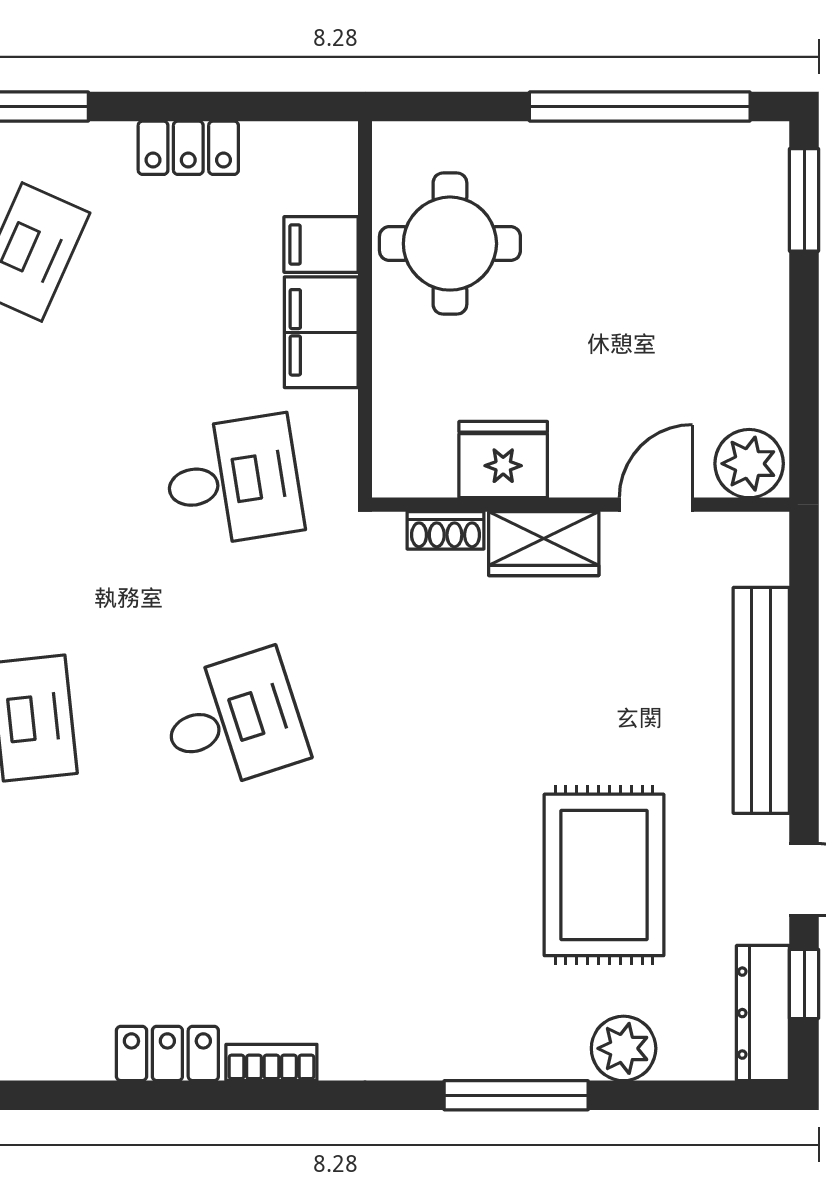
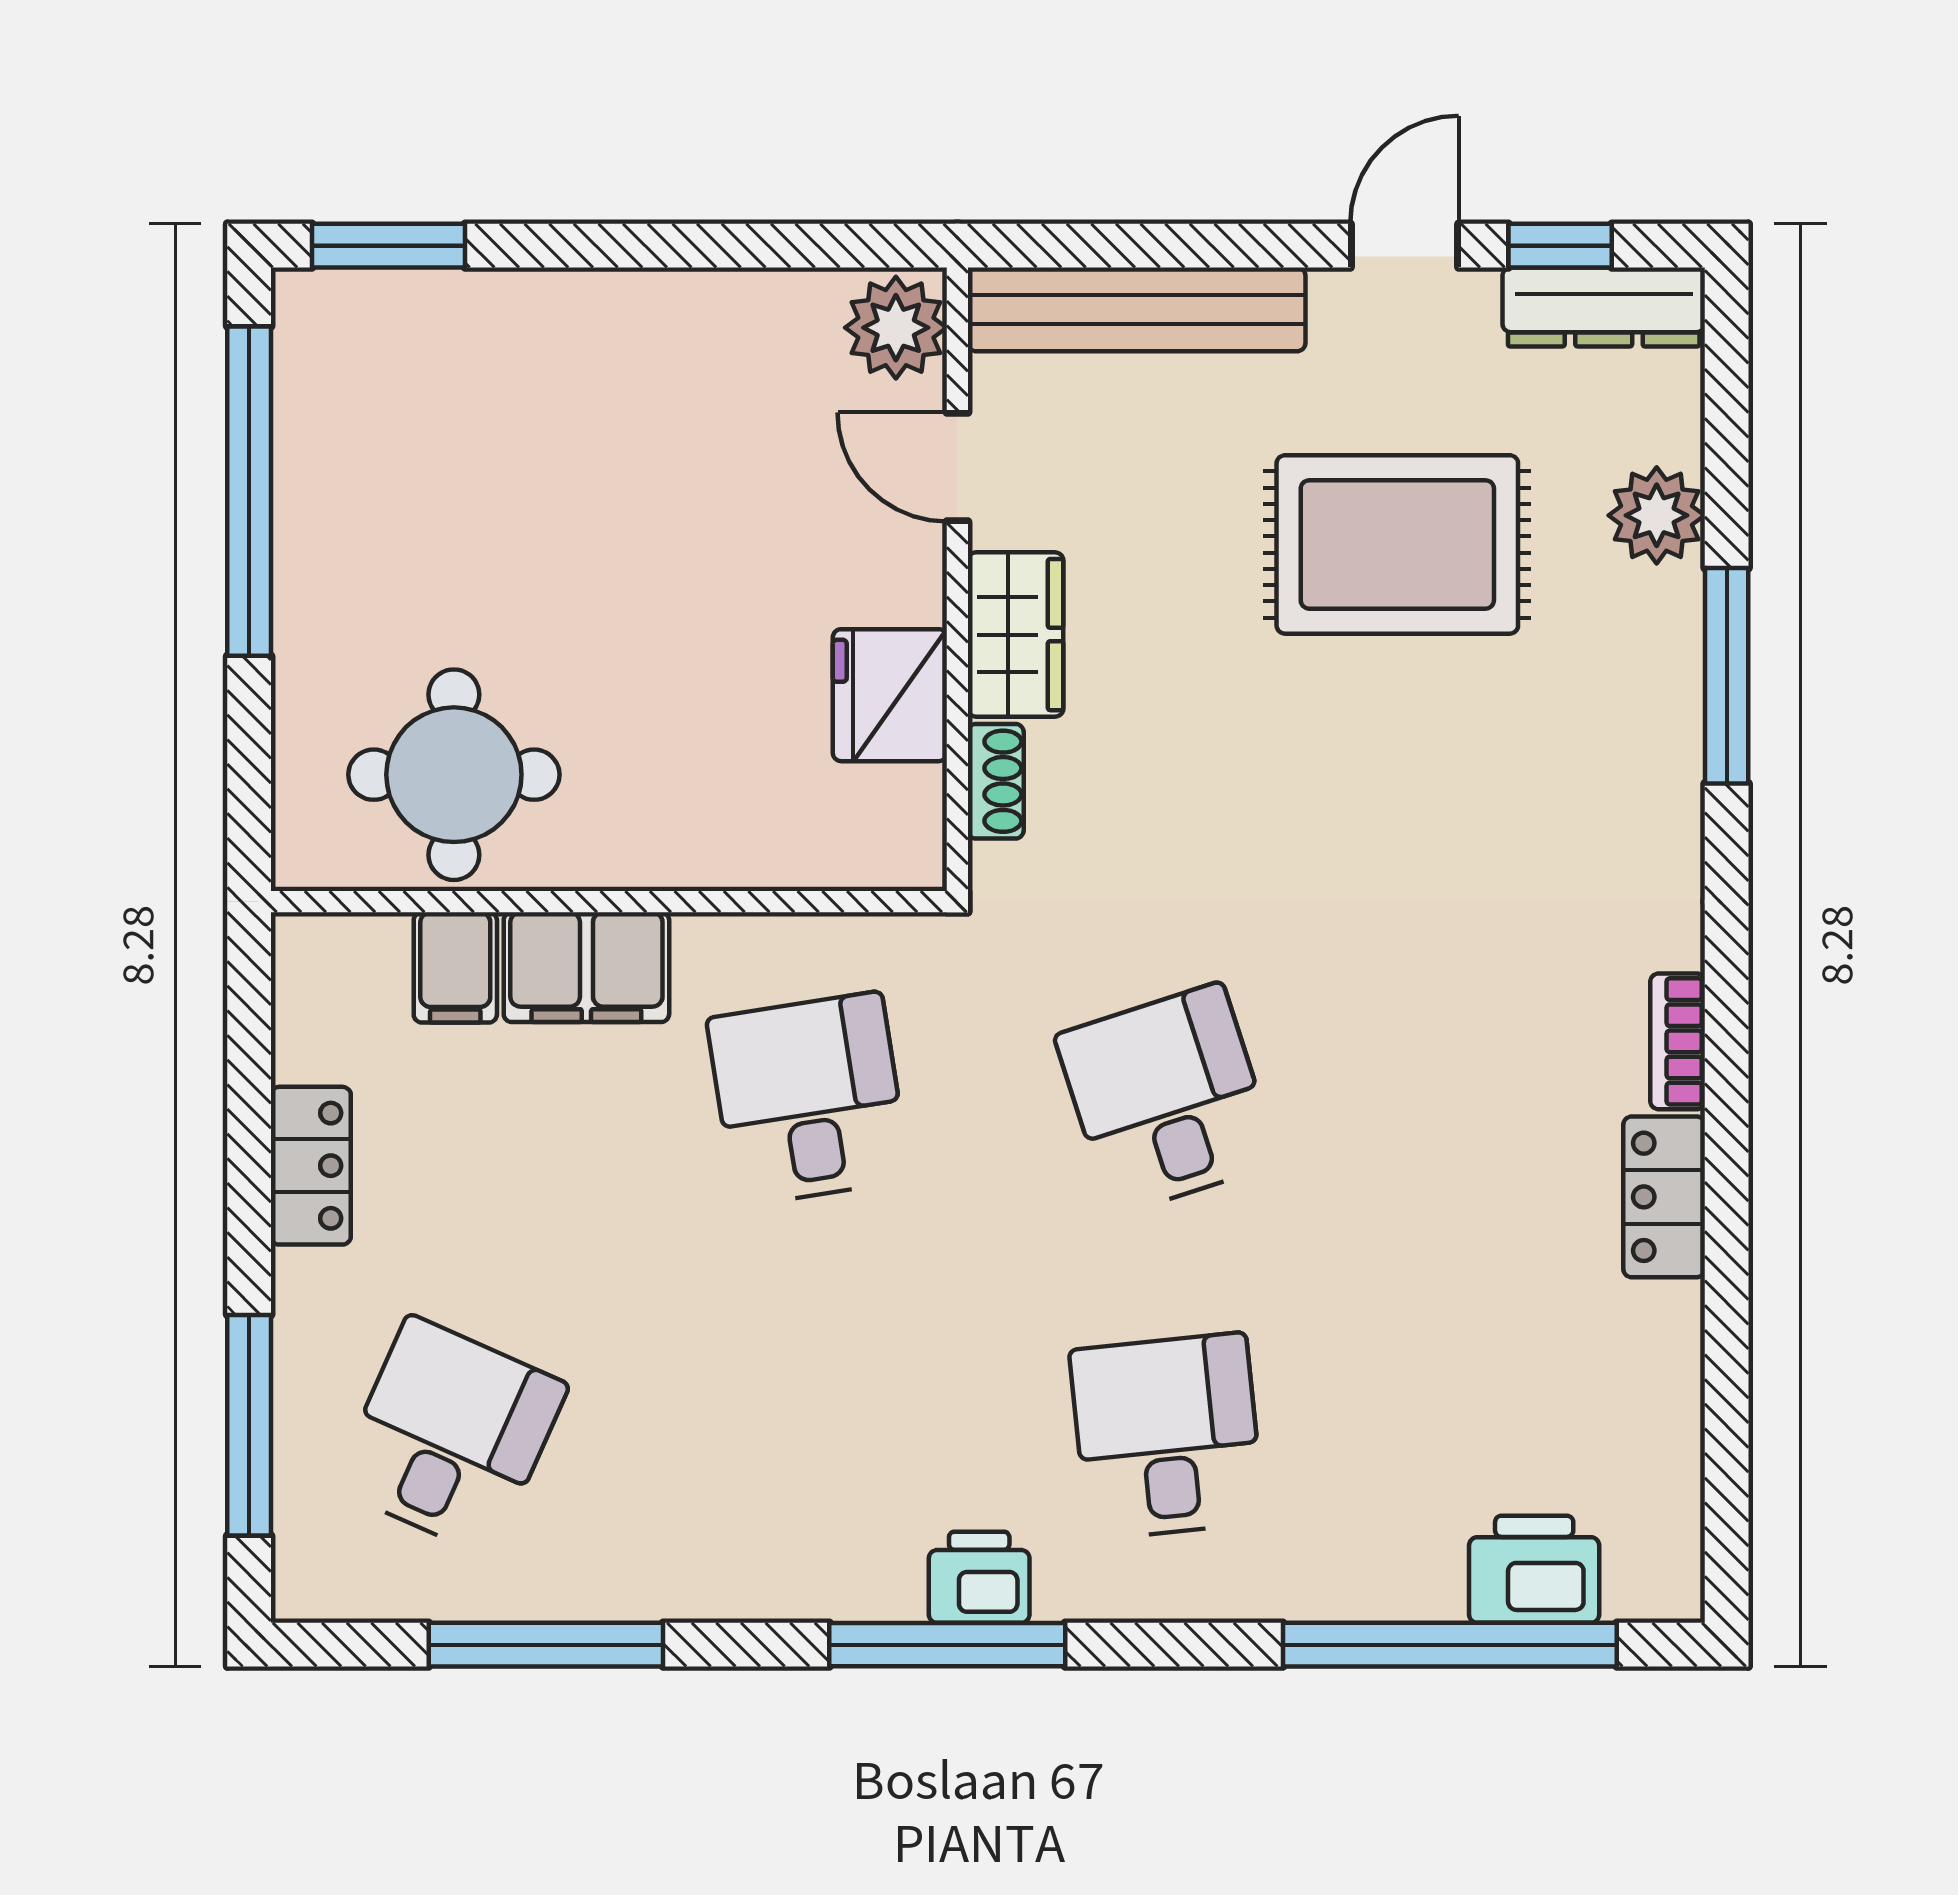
fridge: (503, 460) -> (890, 695), moved
plant: (749, 464) -> (896, 328), moved
wall: (581, 505) -> (957, 579), moved
door: (656, 505) -> (957, 467), moved
shoe rack: (446, 530) -> (996, 781), moved
wardrobe: (544, 544) -> (1016, 635), moved

